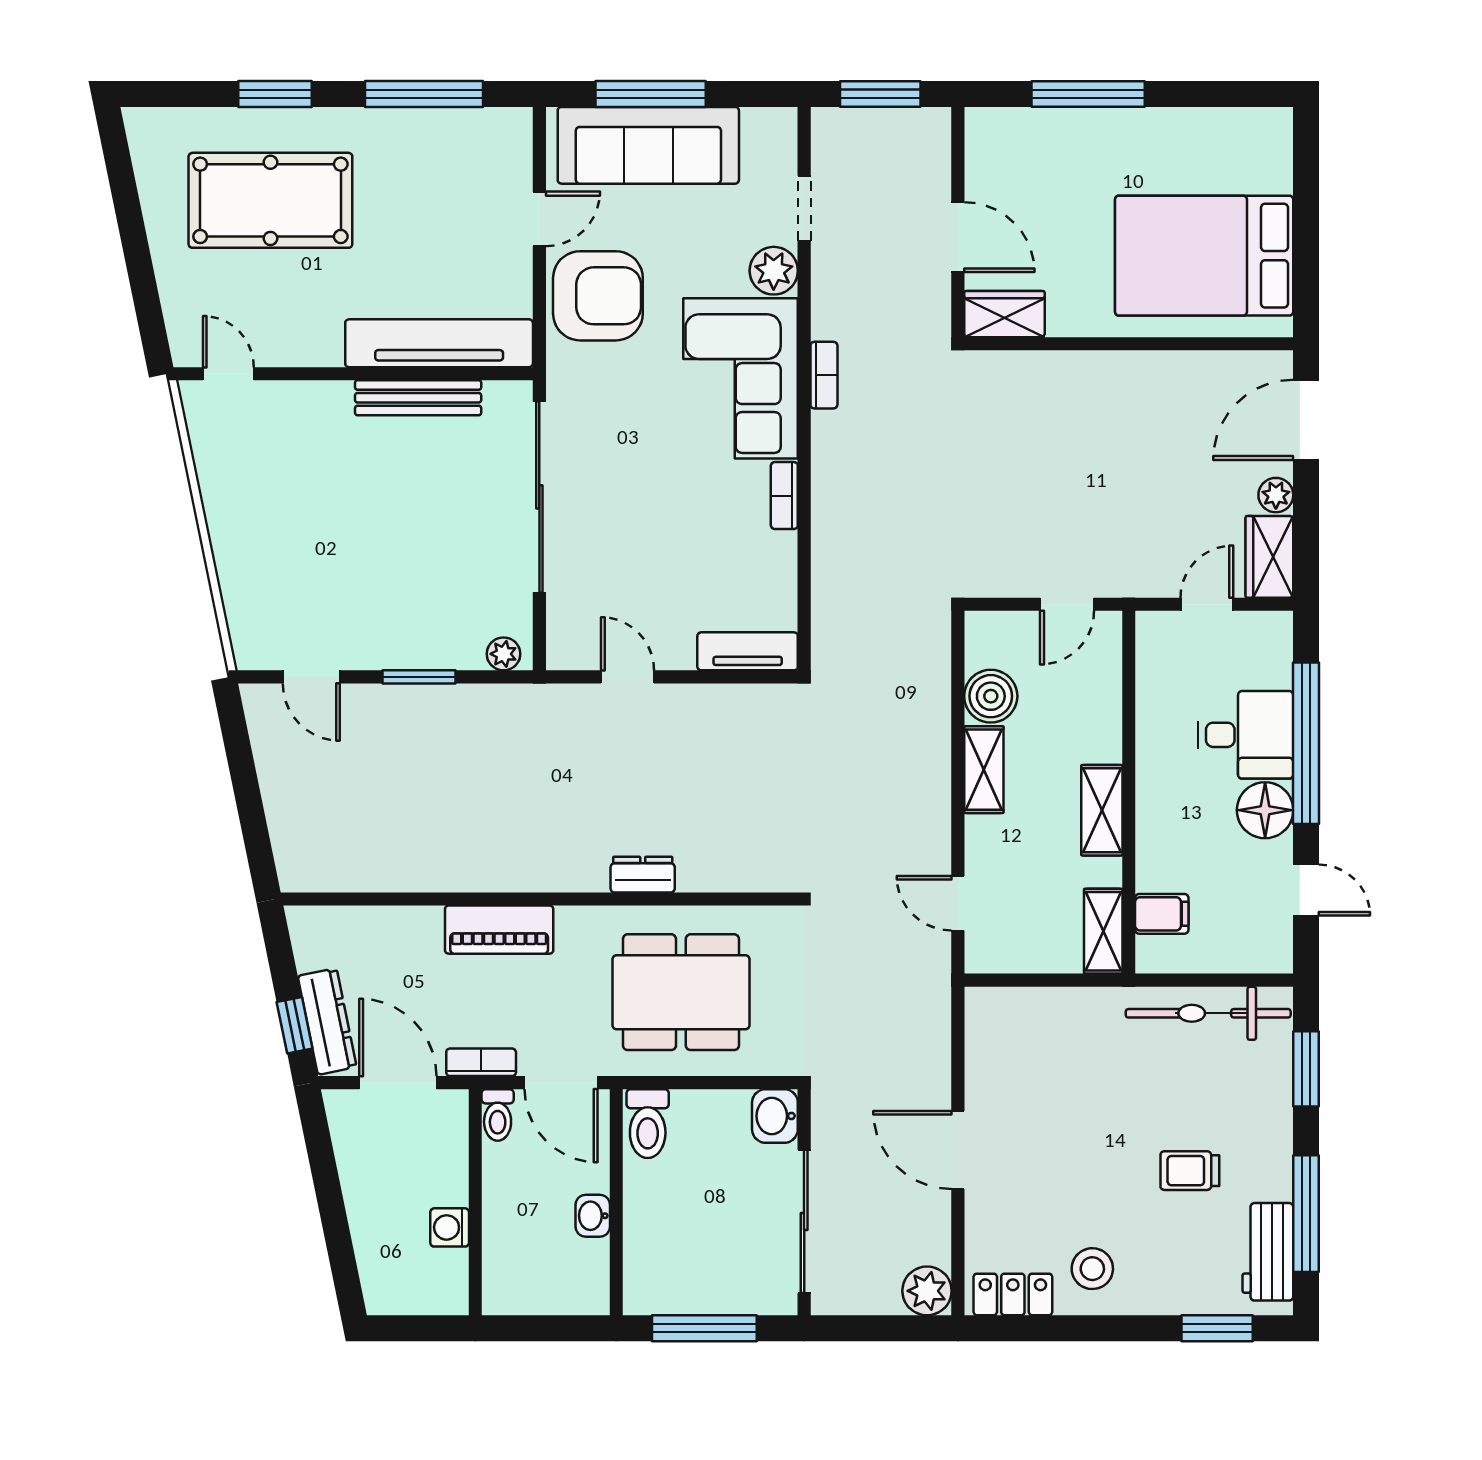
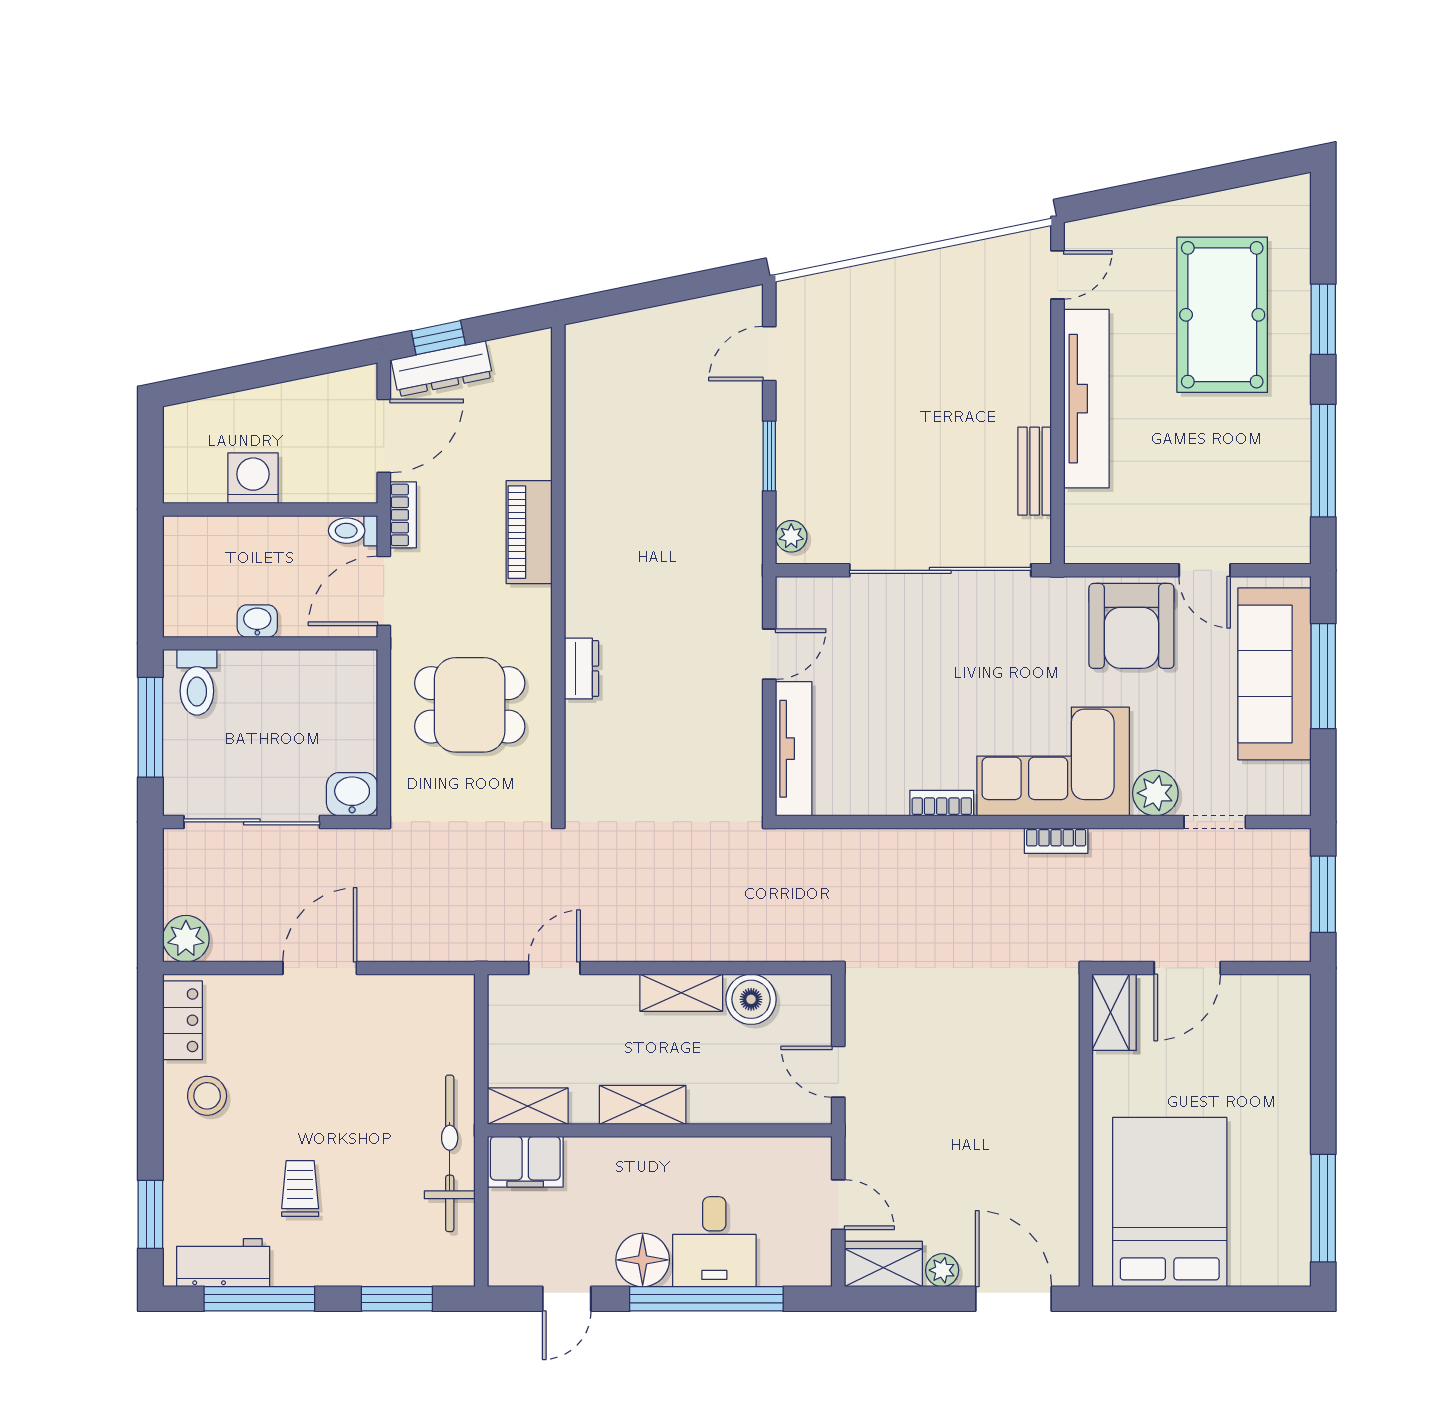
window: (1088, 94) -> (1323, 1208), moved
tv unit: (439, 343) -> (1086, 399), moved
bench: (418, 398) -> (1035, 471), width x0.73
tv unit: (748, 651) -> (794, 749), width x1.41
filing cabinet: (1162, 914) -> (525, 1162), width x2.00
dining table: (681, 992) -> (470, 705), width x0.73
bicycle: (1208, 1013) -> (450, 1153), moved
toilet: (648, 1124) -> (197, 682), moved, turned -90
washing machine: (450, 1227) -> (253, 478), width x1.38, depth x1.38

